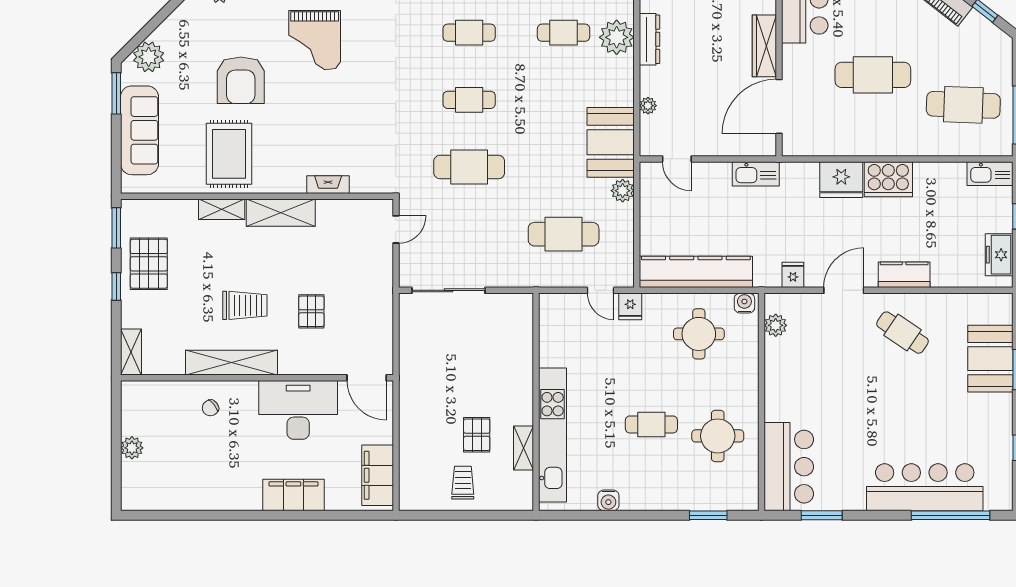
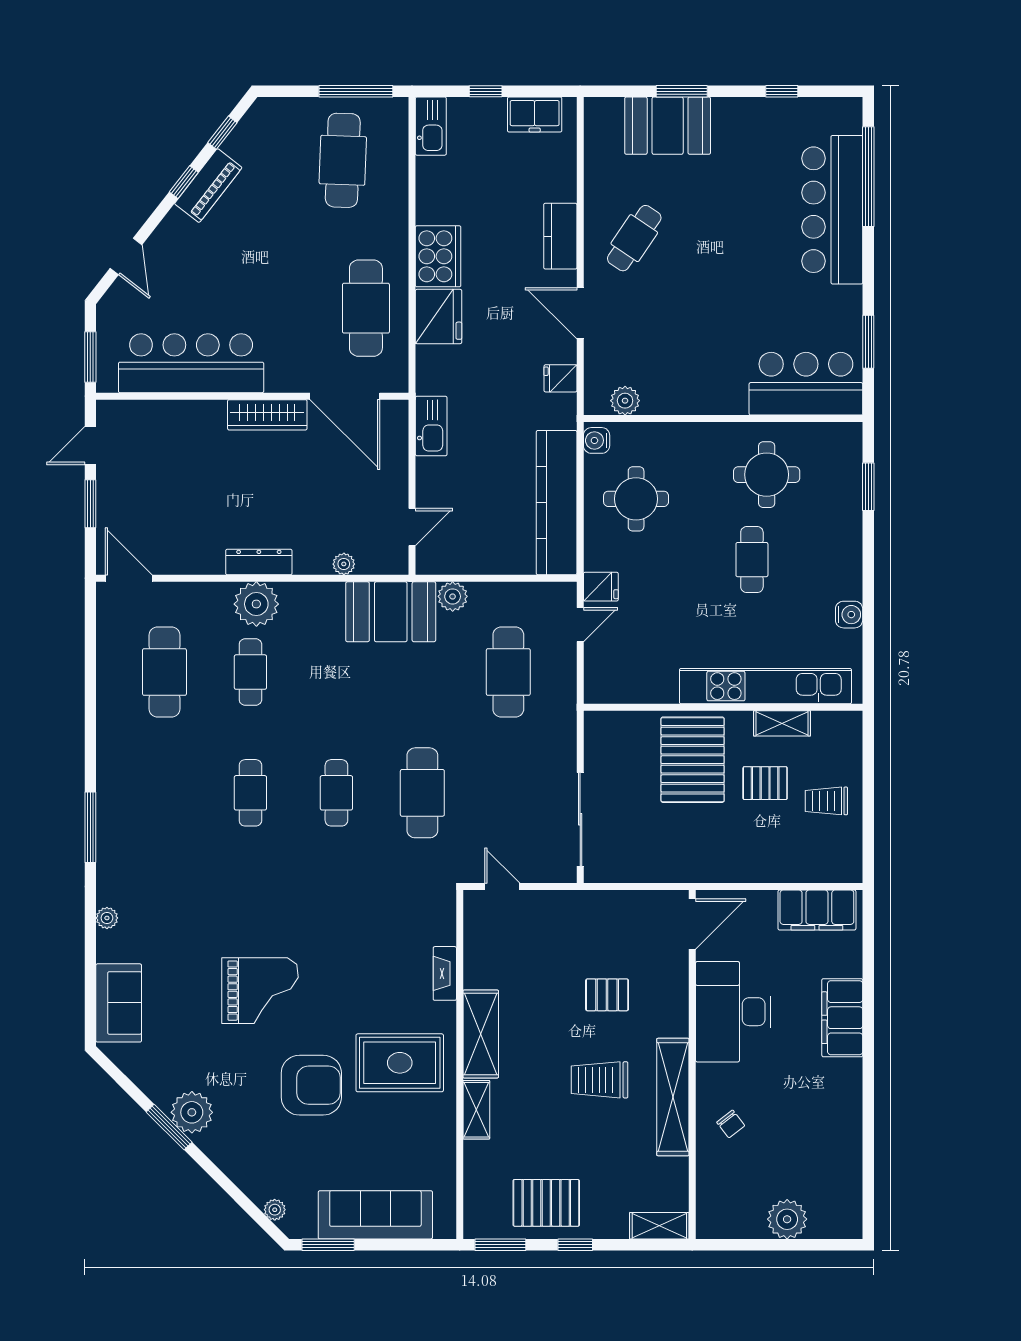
plant: (149, 57) -> (275, 1210), width x0.53, depth x0.53
cafe table: (873, 75) -> (366, 308), moved
rug: (229, 154) -> (400, 1063), moved
trolley: (245, 305) -> (600, 1080), turned -90
pallet: (495, 378) -> (693, 760), added
plant: (132, 448) -> (787, 1219), width x1.36, depth x1.36

